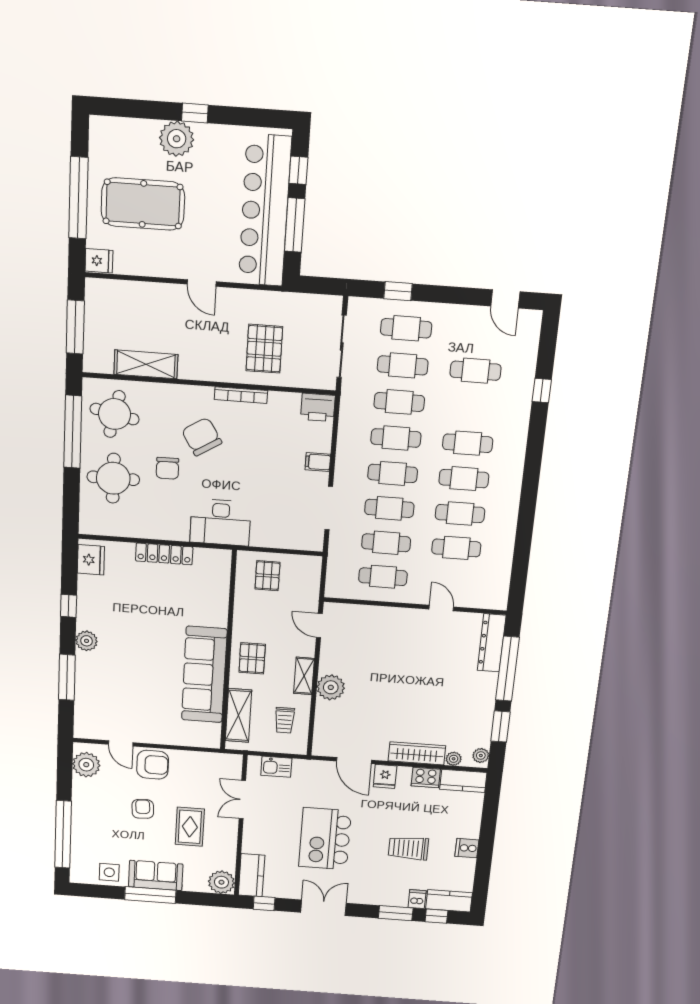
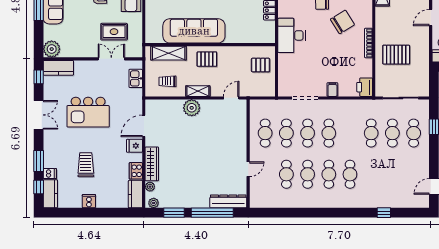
cafe table: (476, 371) -> (392, 174), removed
cafe table: (396, 438) -> (350, 133), removed
rug: (190, 827) -> (114, 32), moved
kitchen island: (325, 839) -> (88, 112), turned 180

